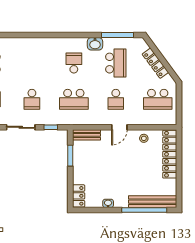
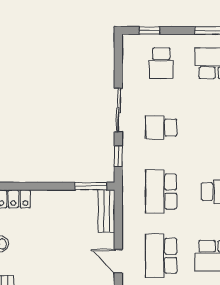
school desk: (116, 99) -> (161, 256), width x1.85
window: (70, 156) -> (91, 186), moved

